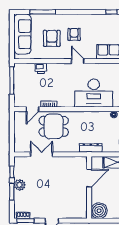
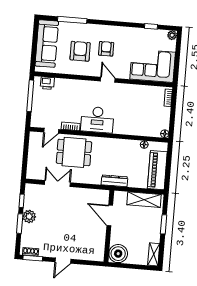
printer: (41, 68) -> (47, 83), moved
desk: (94, 93) -> (97, 120), moved, width x0.73, depth x0.77
door: (89, 178) -> (110, 215), swing flipped

